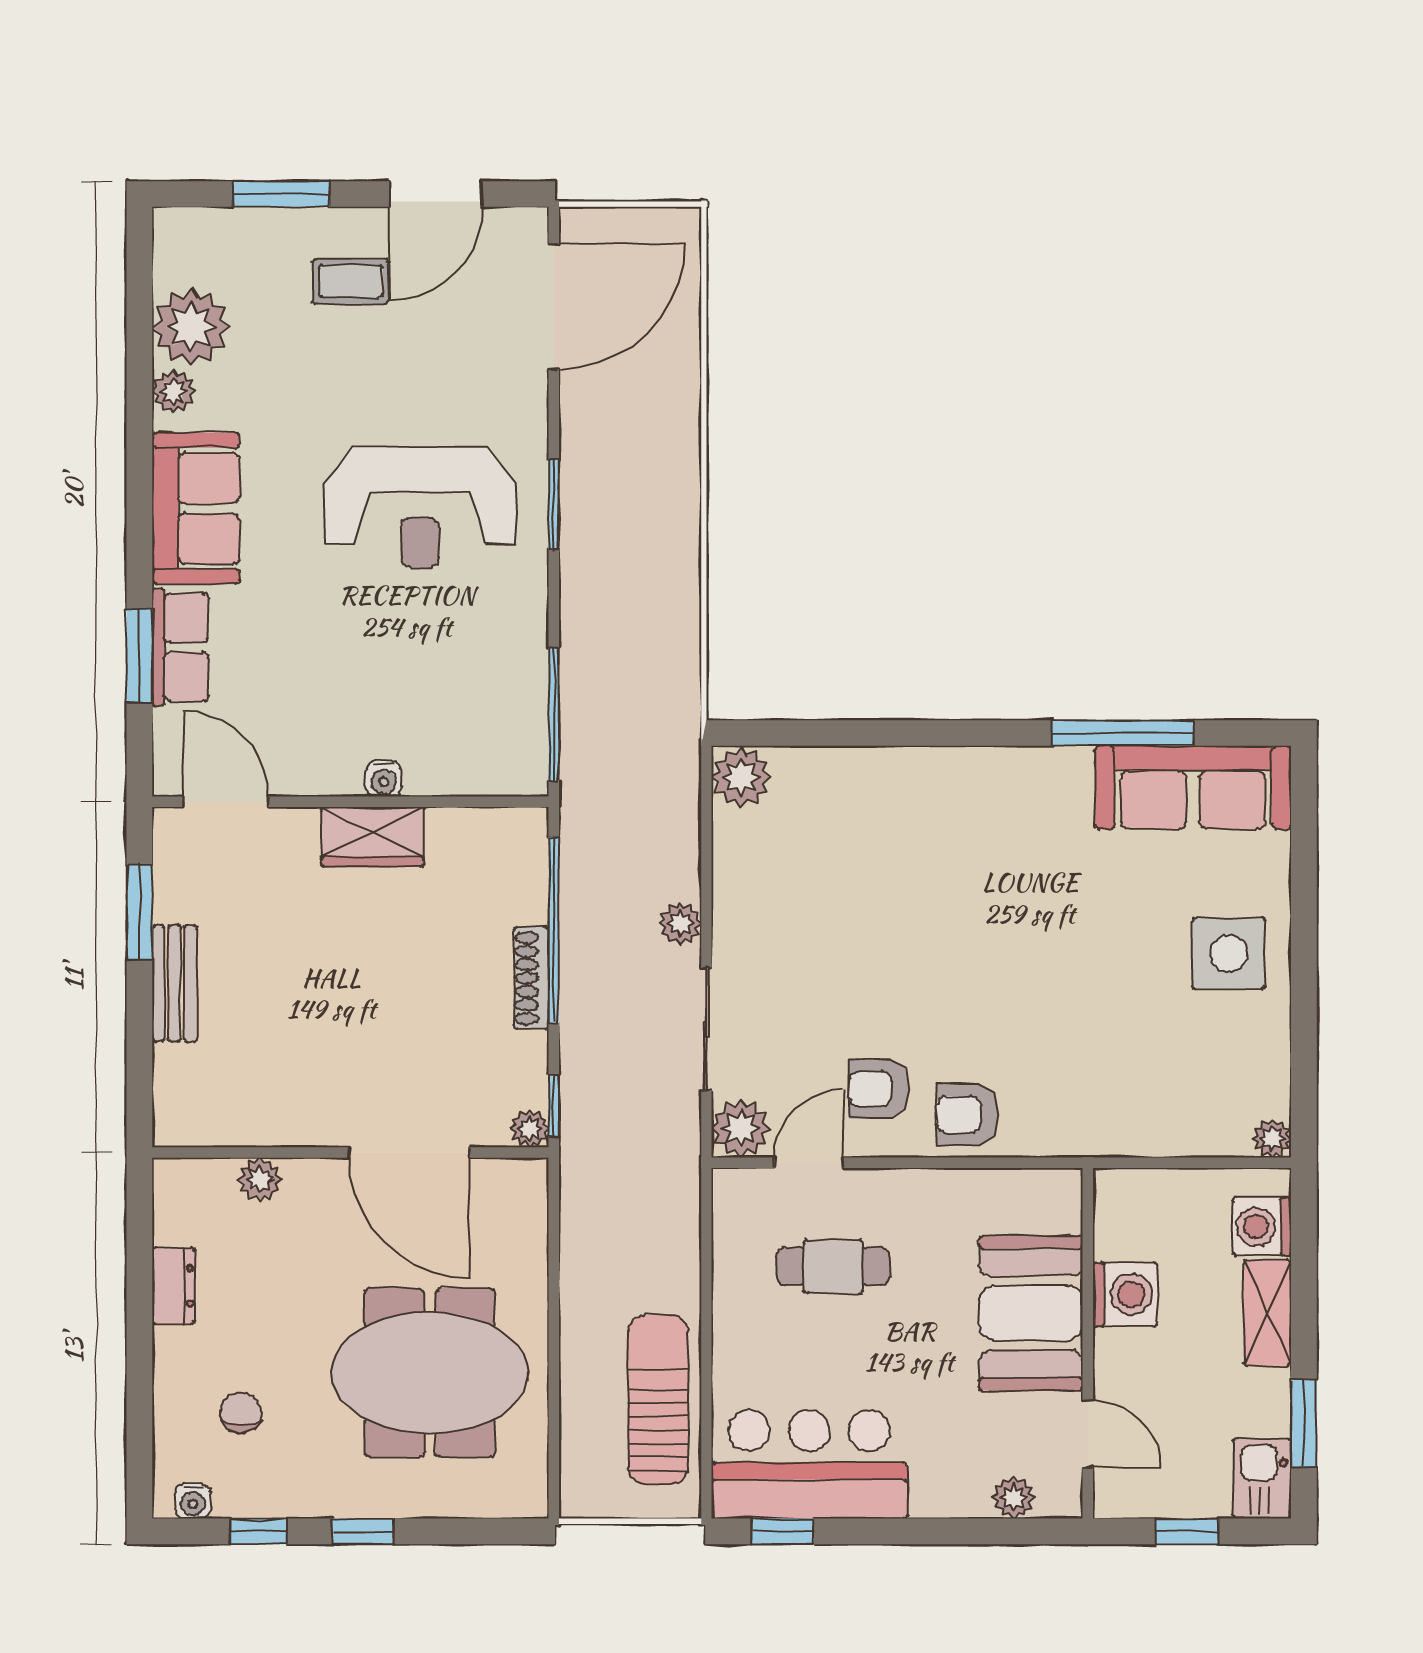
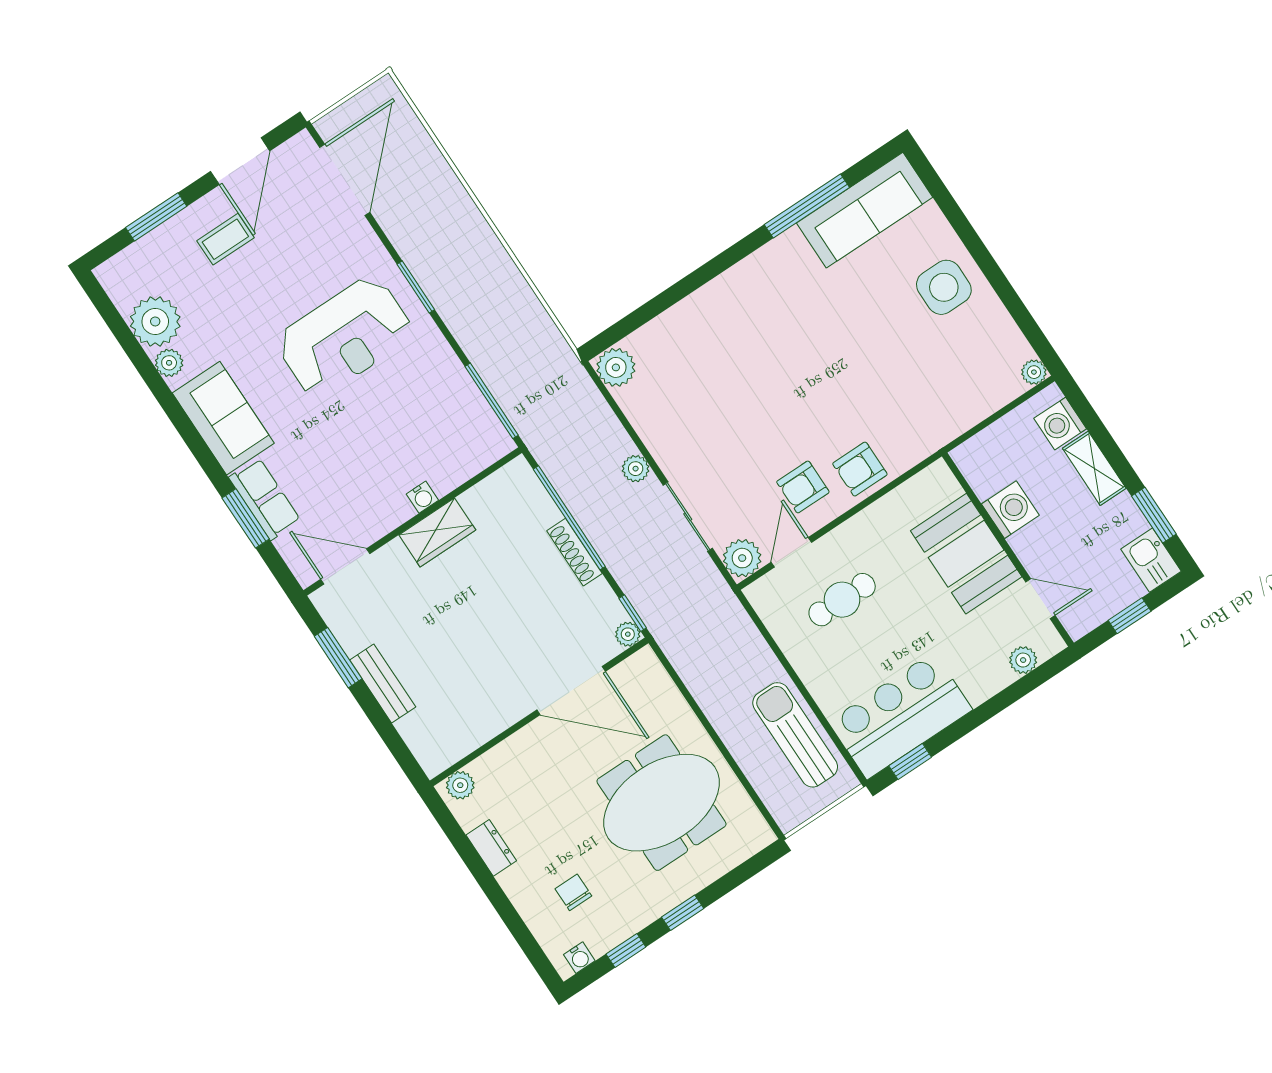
plant: (260, 1179) -> (460, 785), moved

